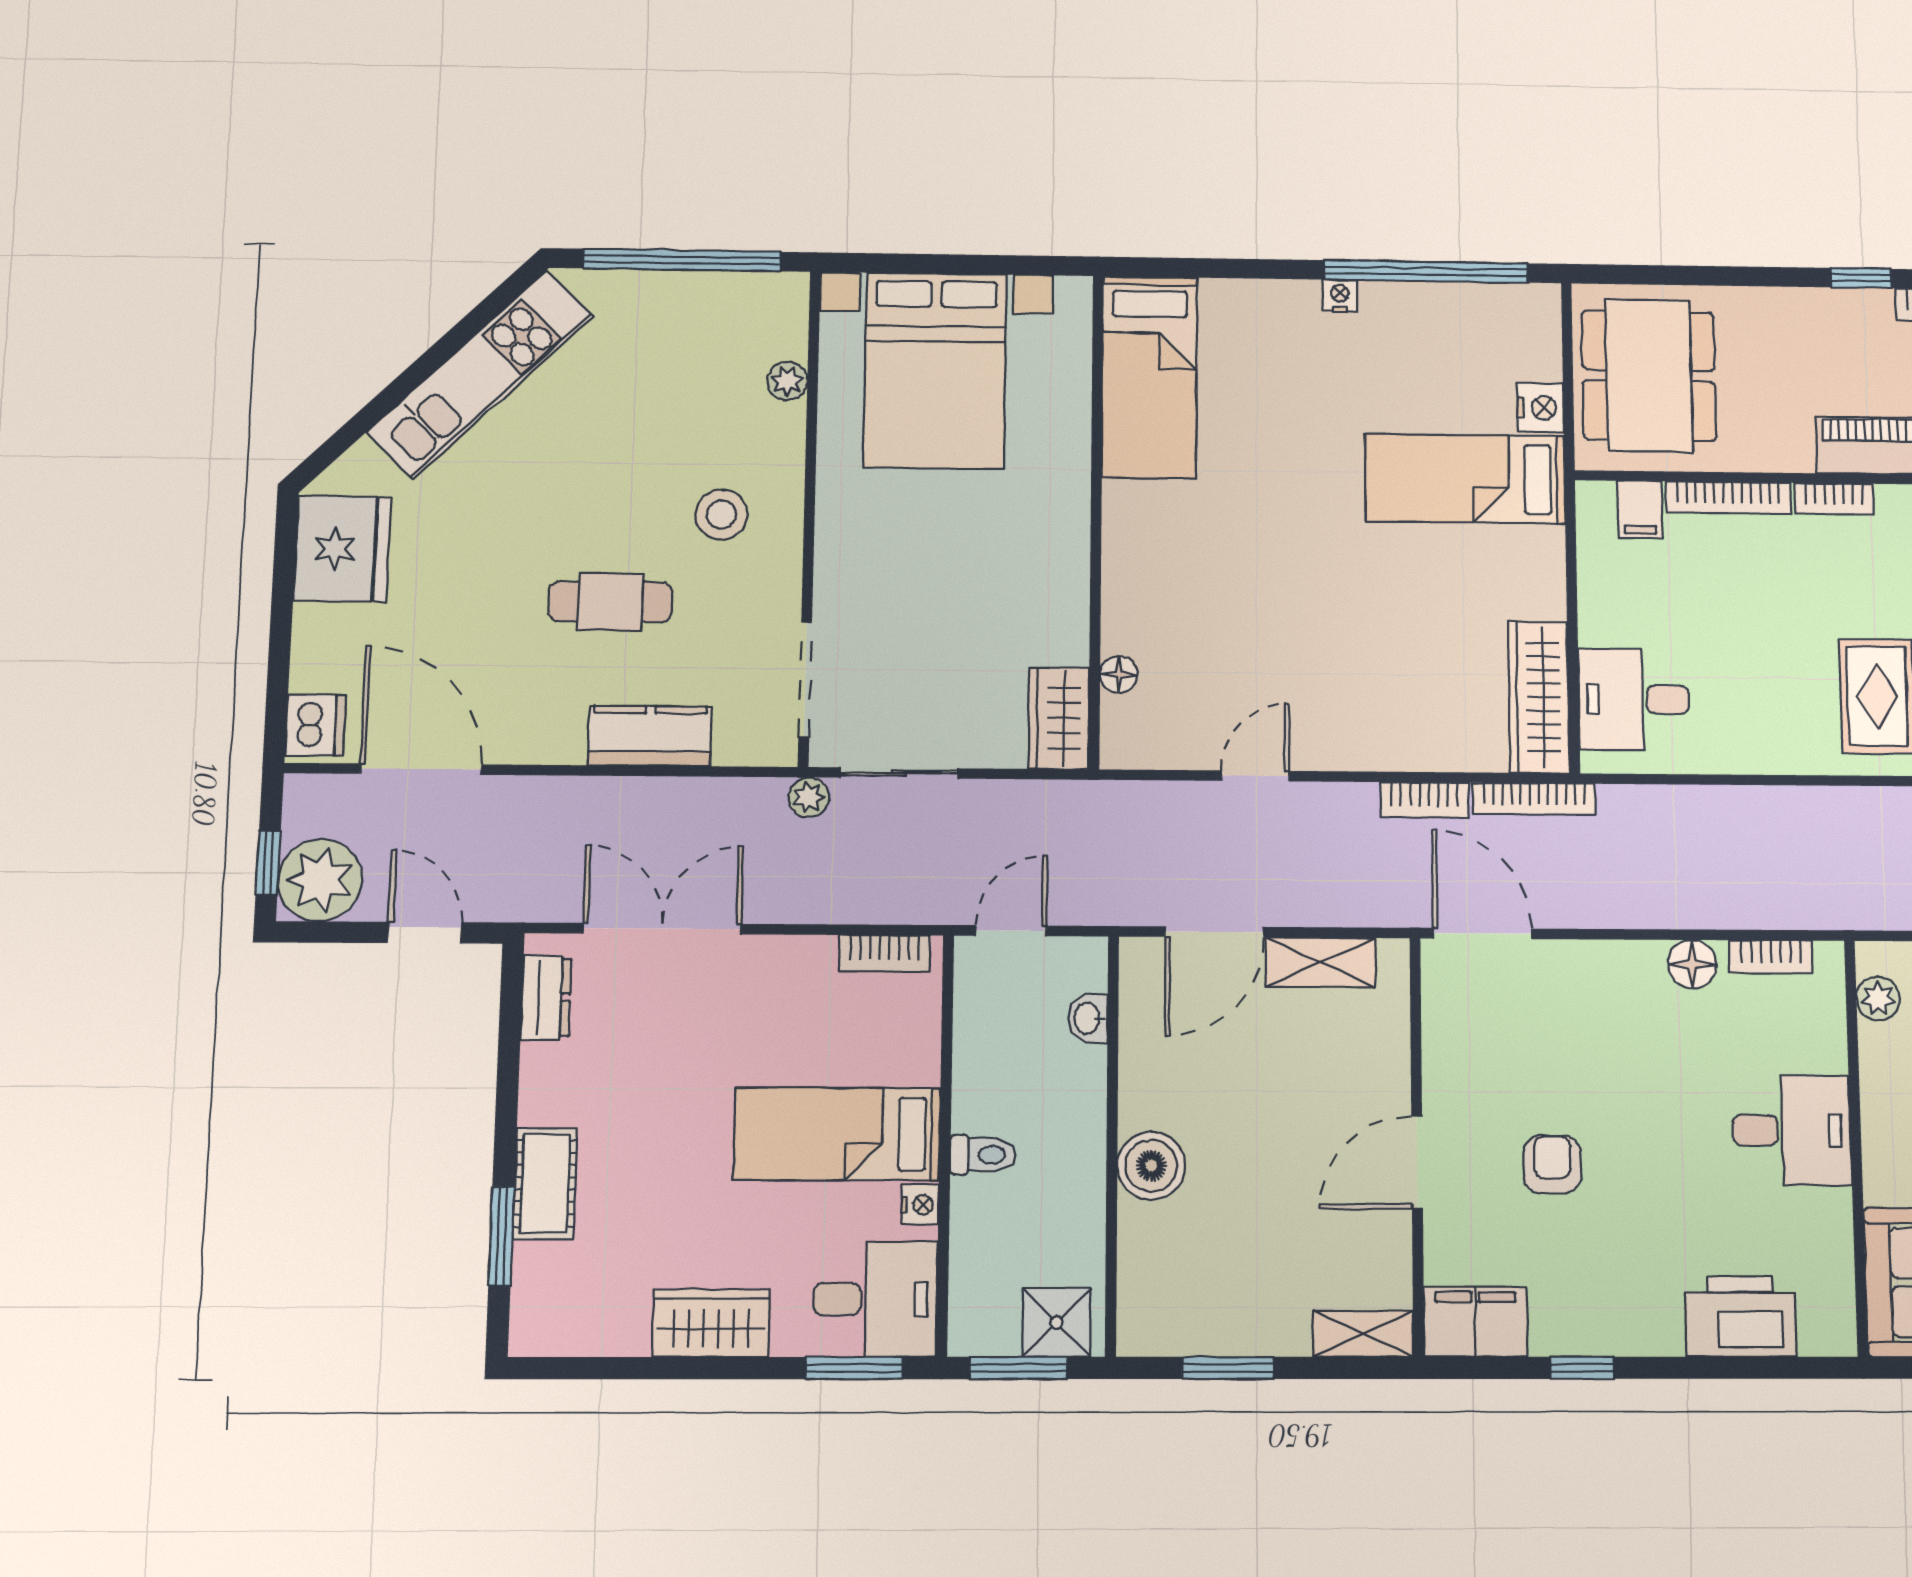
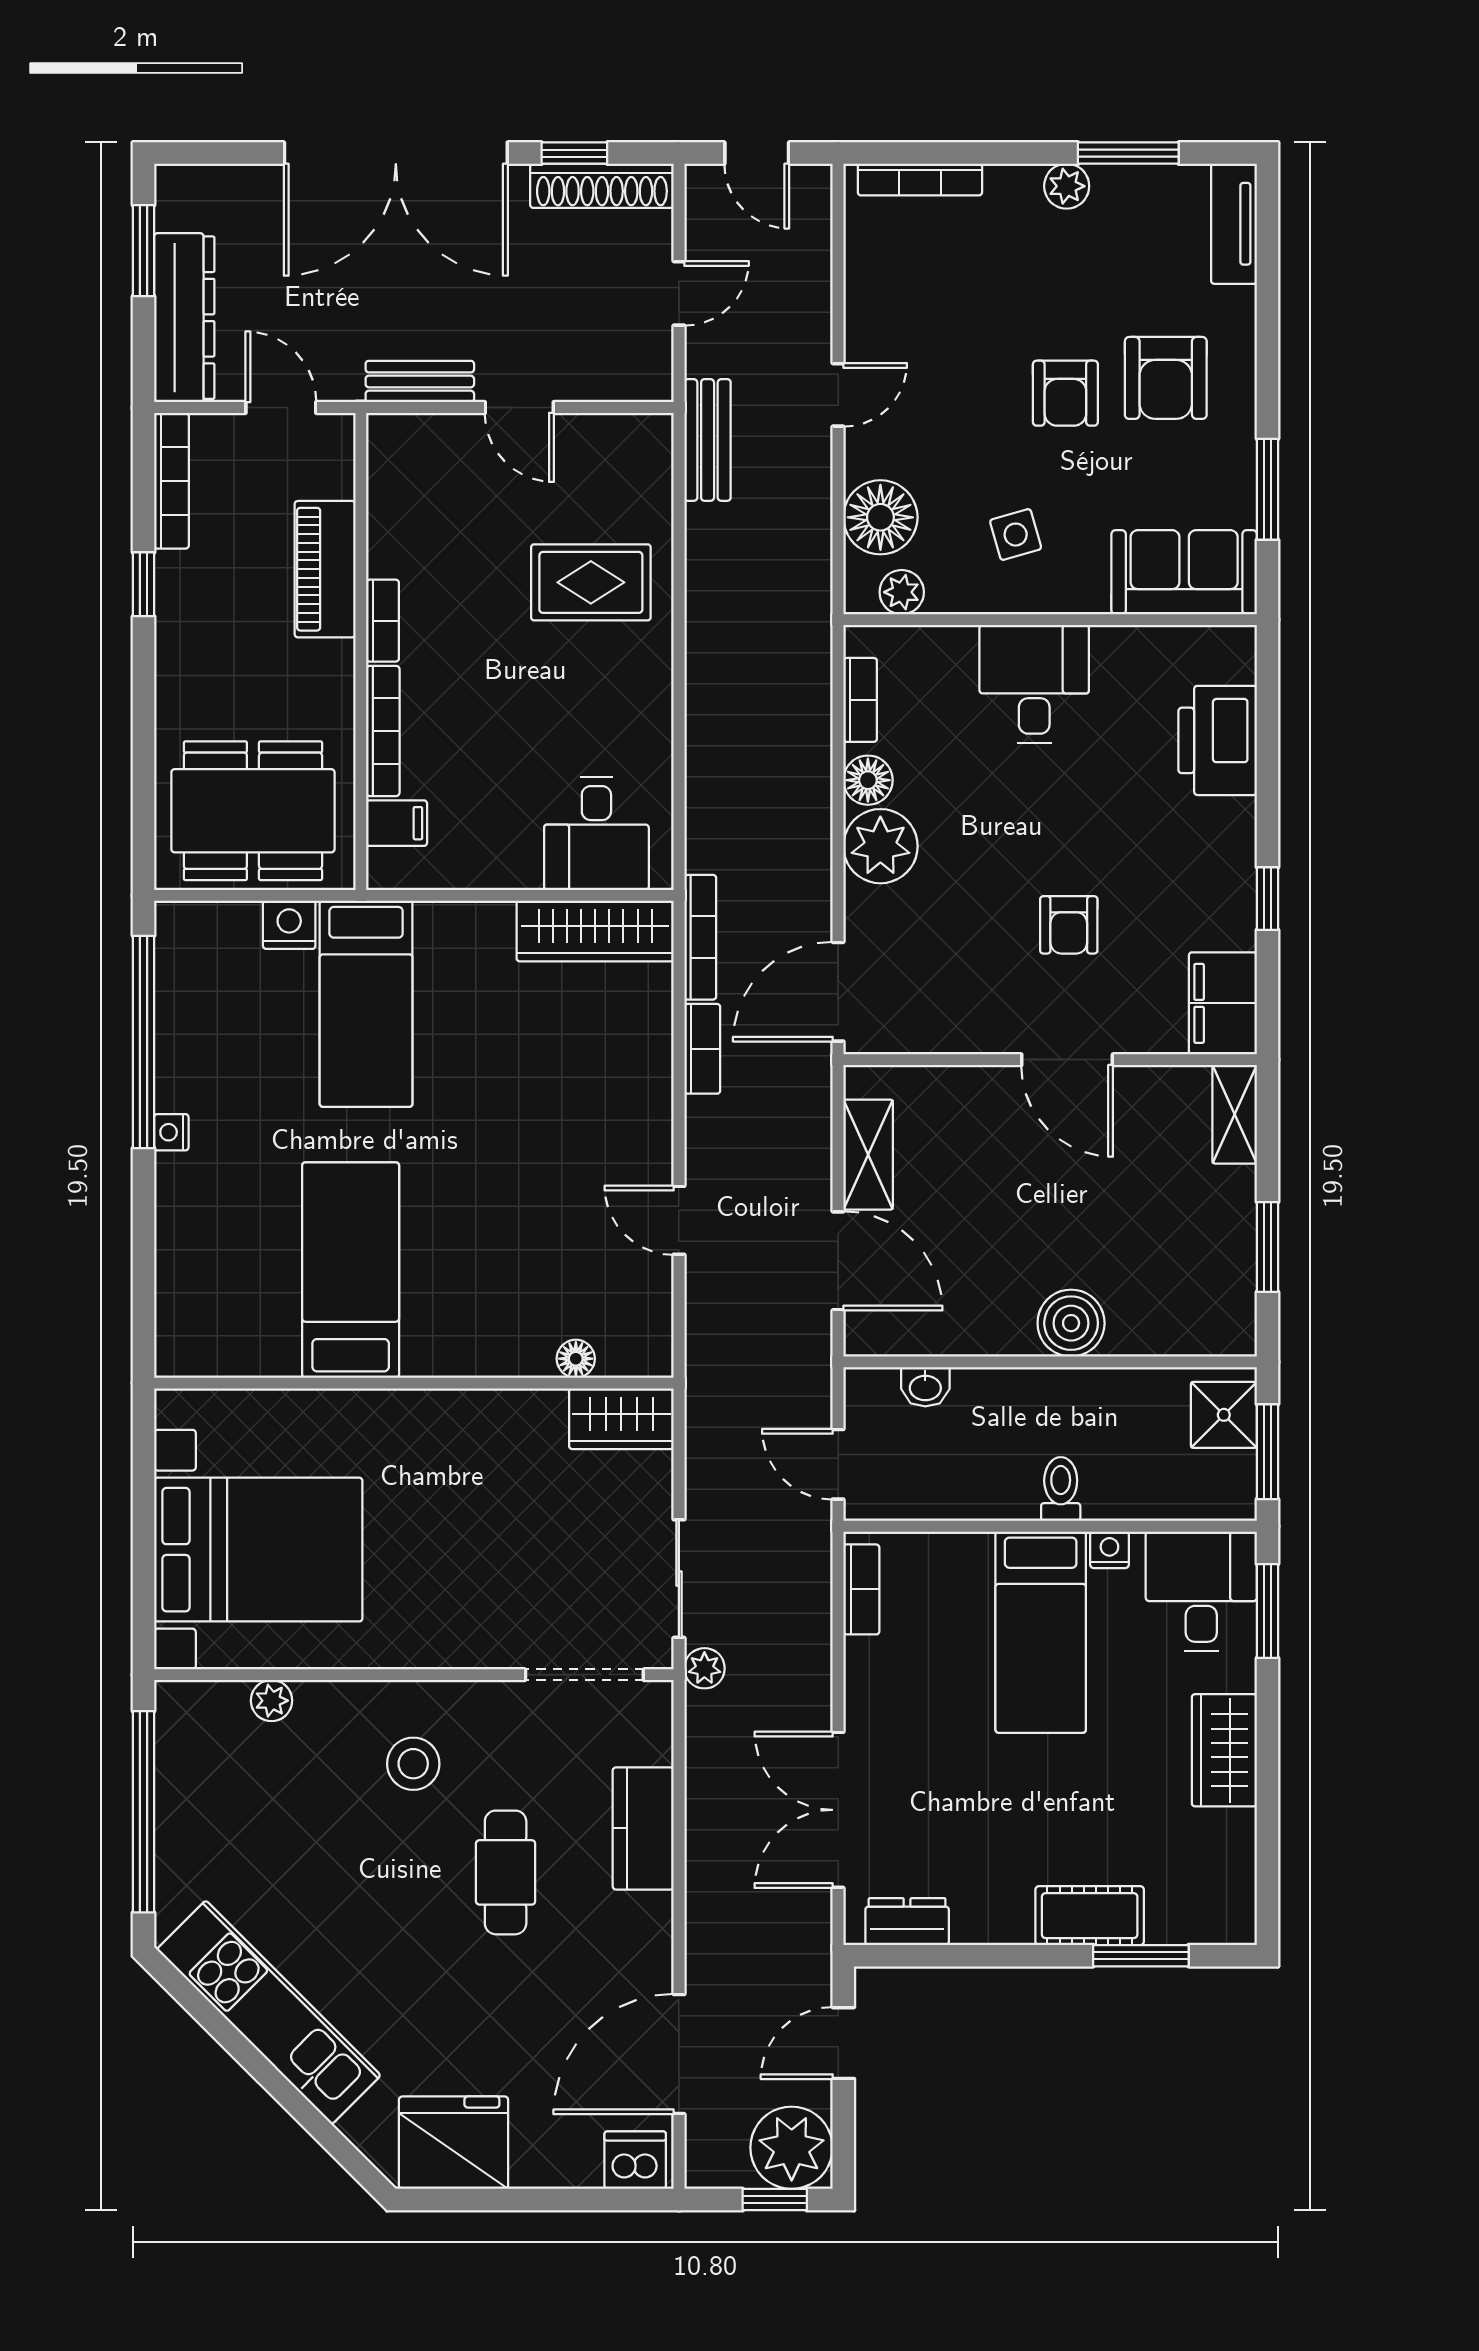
bed: (1150, 377) -> (351, 1270), moved, turned -90
plant: (1627, 976) -> (880, 846), added
armchair: (1552, 1164) -> (1069, 925), turned -90

